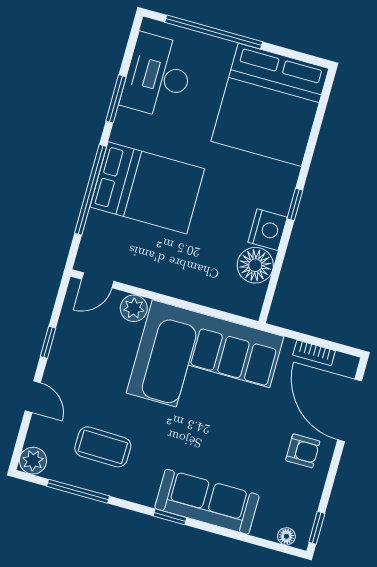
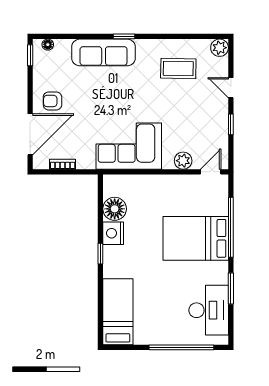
bed: (270, 105) -> (118, 312), width x0.49
corner sofa: (205, 365) -> (129, 146), width x0.73, depth x0.74
door: (350, 410) -> (30, 134), hinge flipped
window: (78, 491) -> (186, 36), removed

